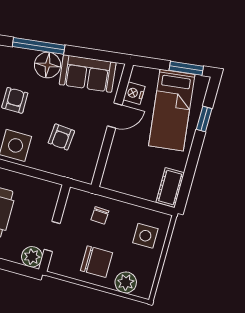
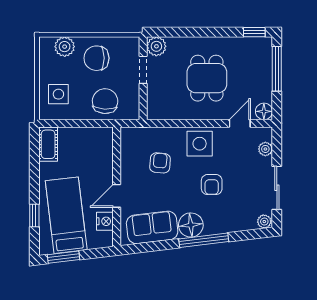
chair: (100, 215) -> (105, 101), width x1.87, depth x1.87

